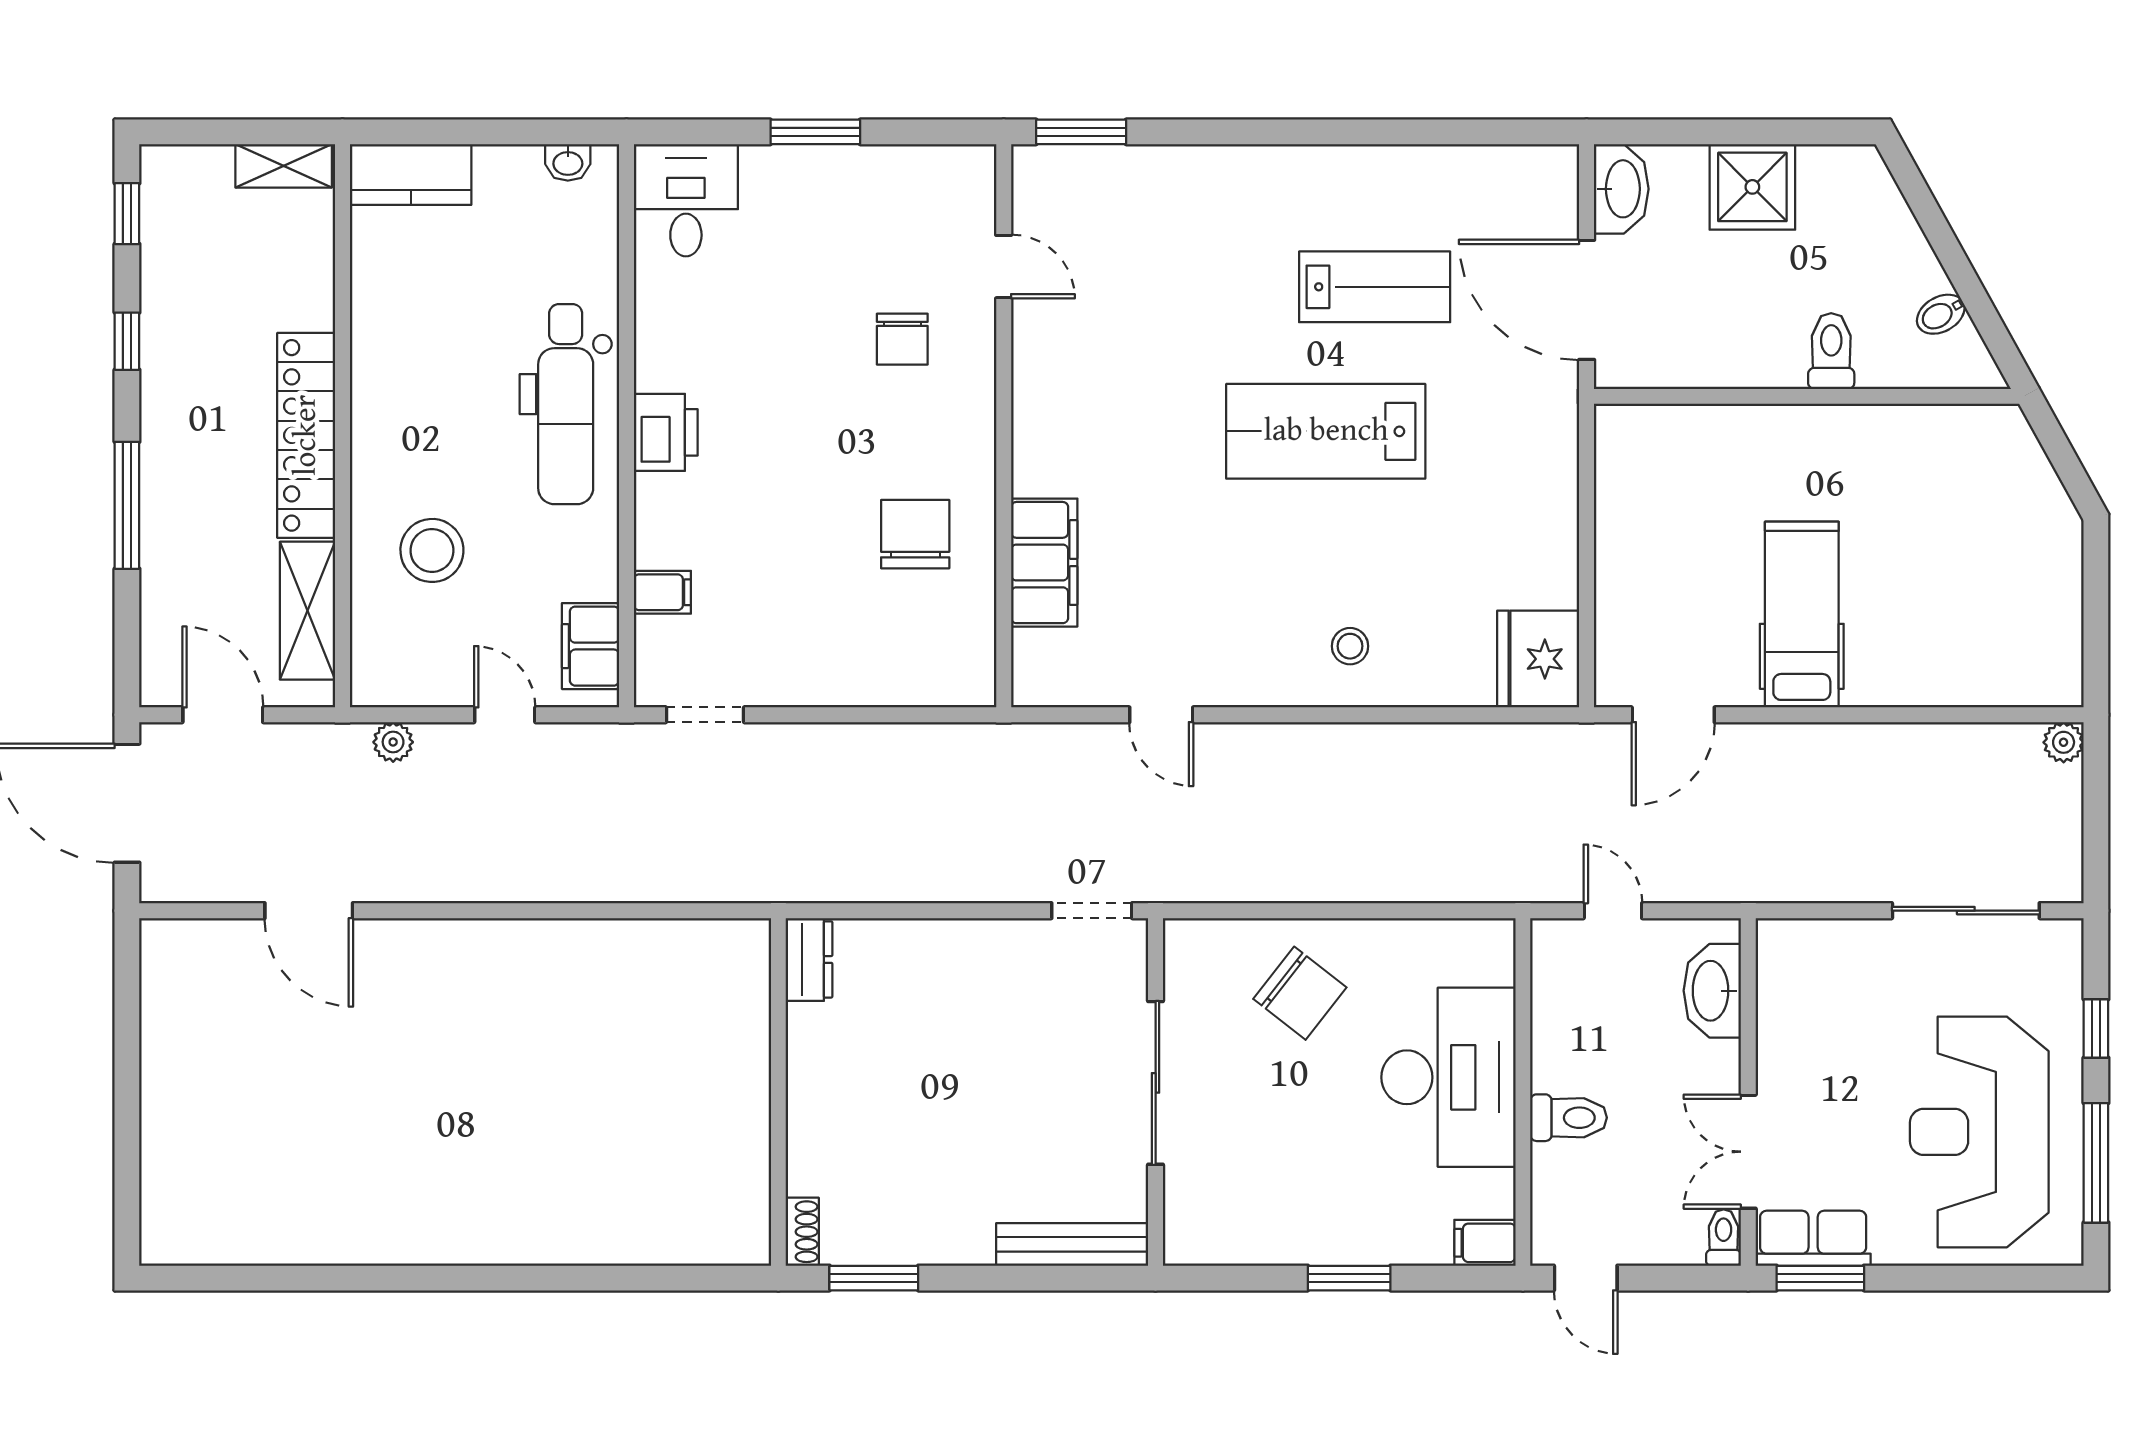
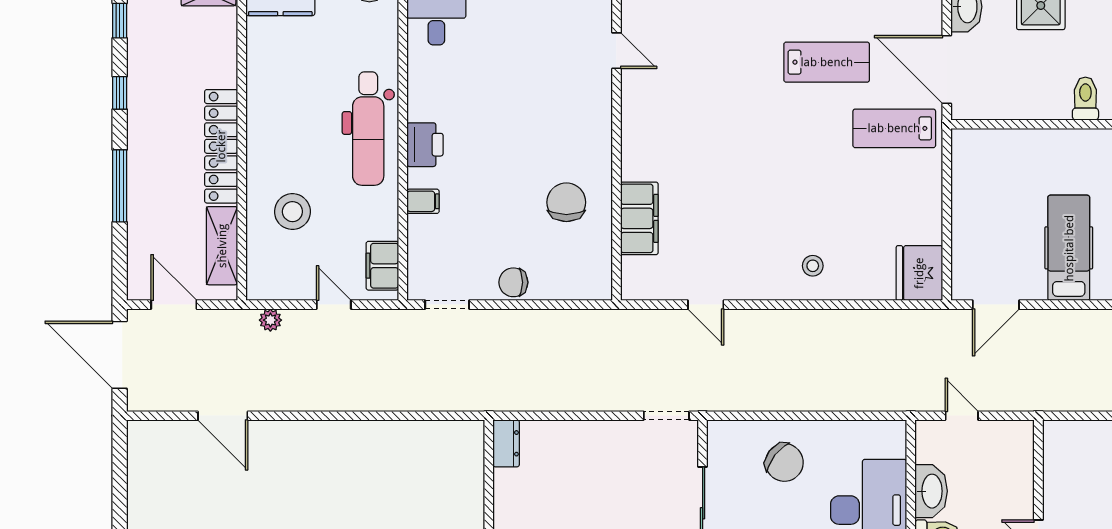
chair: (902, 339) -> (513, 282), moved, turned 90
lab bench: (1326, 431) -> (894, 128), moved, width x0.73, depth x0.72
filing cabinet: (662, 592) -> (423, 201), moved
washbasin: (1712, 991) -> (931, 491), moved, turned 180

